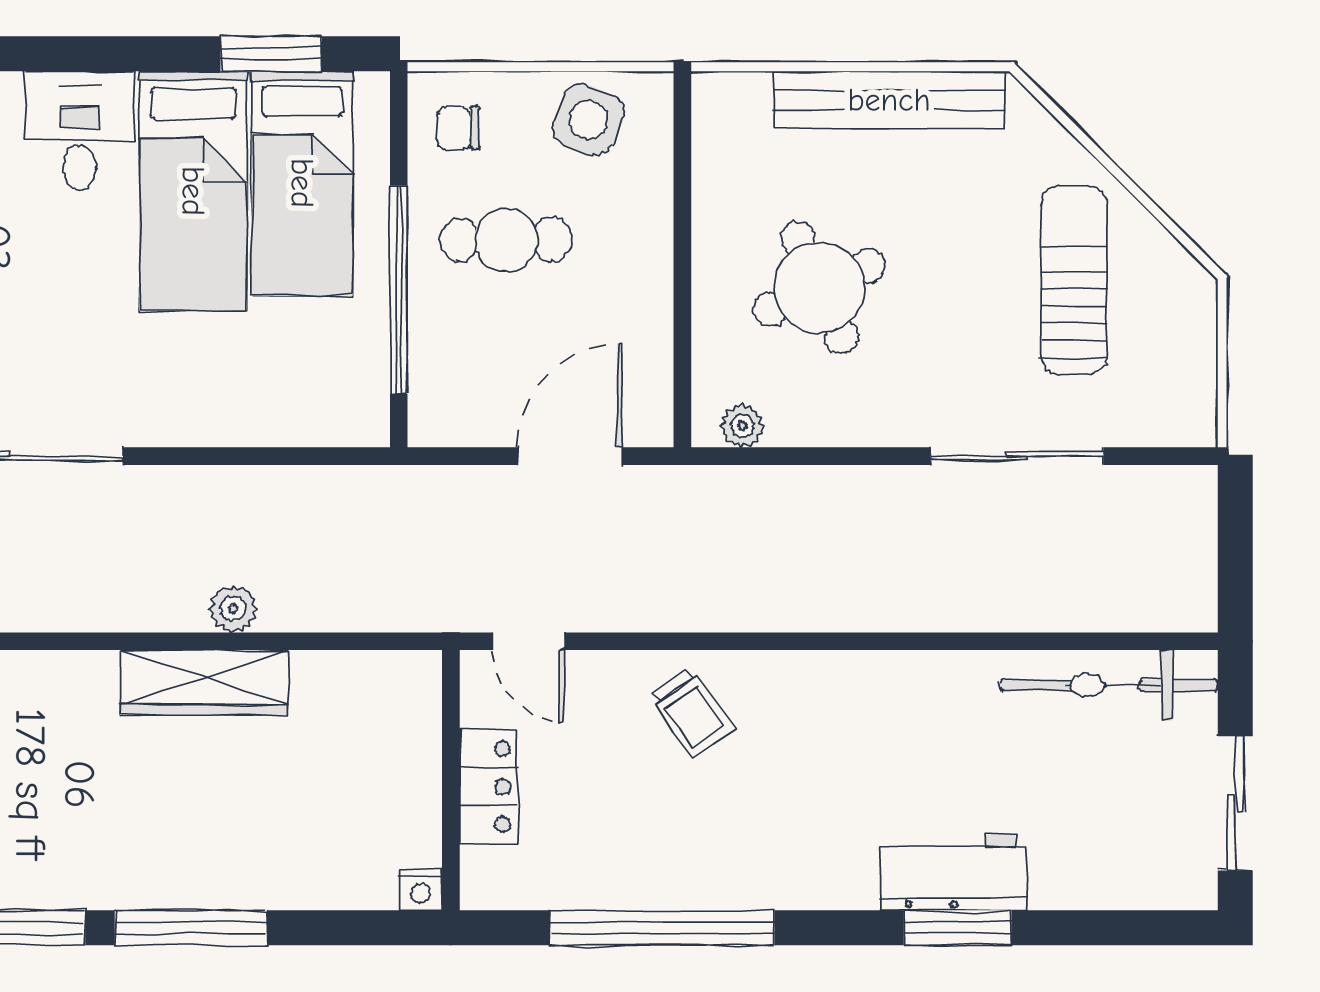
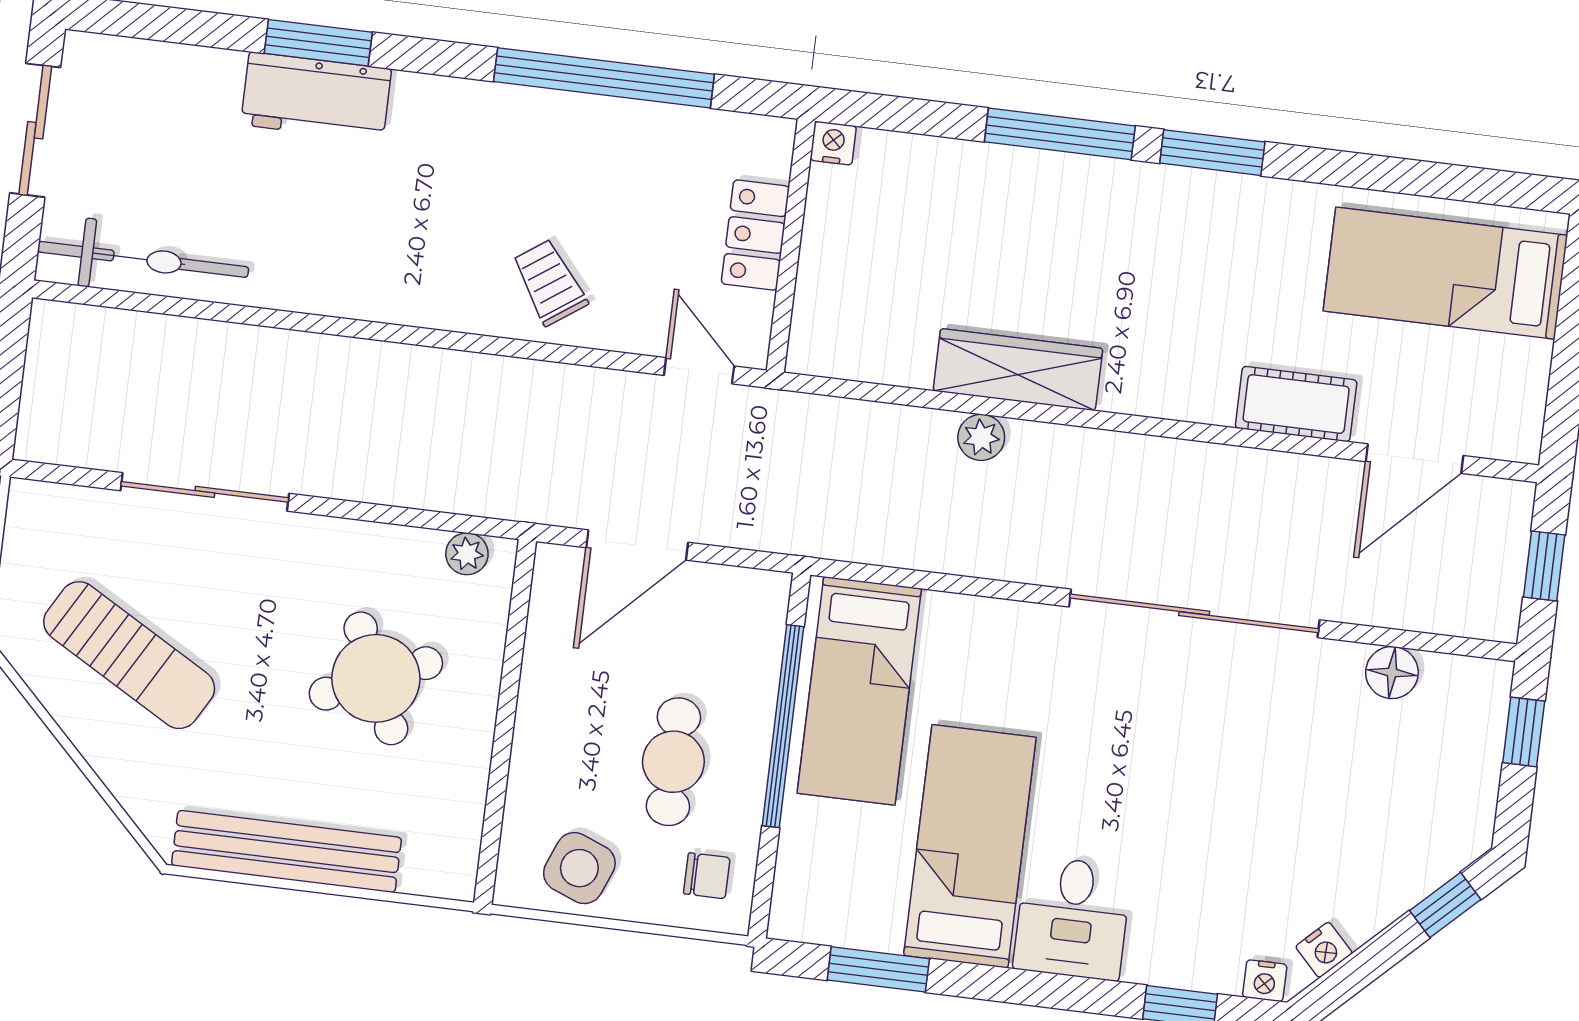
bed: (302, 183) -> (859, 691), moved, turned 180
cafe table: (506, 240) -> (673, 762), turned 90
sun lounger: (1074, 280) -> (129, 655), turned -60

